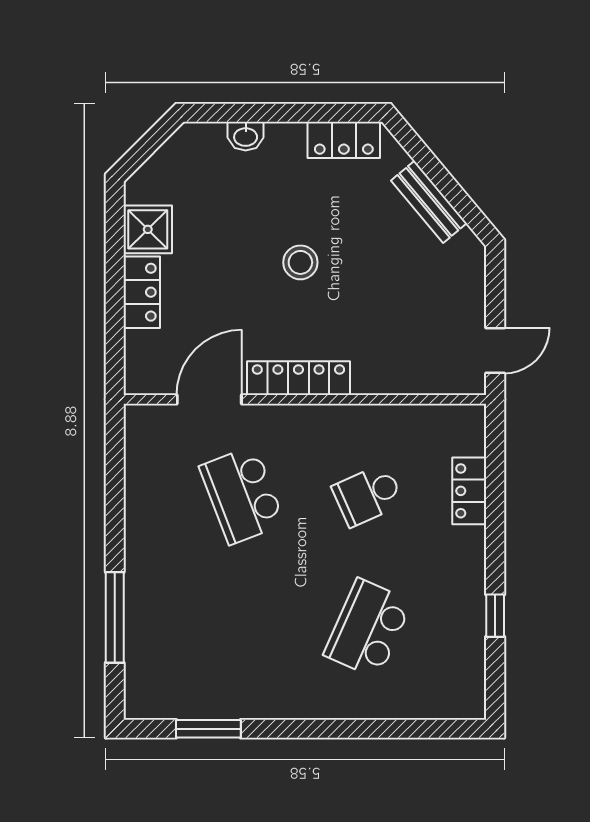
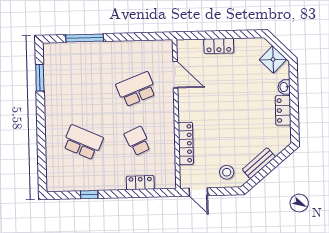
locker: (344, 140) -> (283, 110), moved
shower: (148, 229) -> (273, 59), moved, turned 45
stool: (300, 262) -> (227, 172), moved
locker: (298, 378) -> (186, 143), moved

